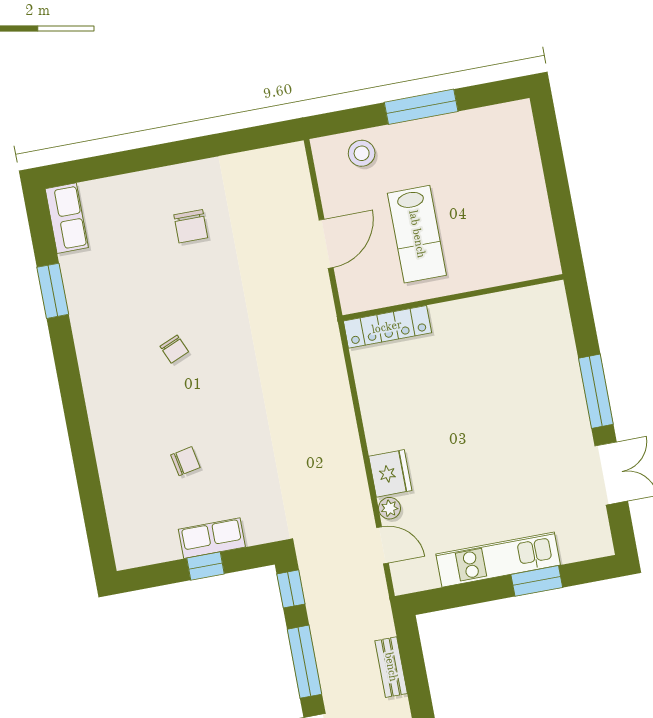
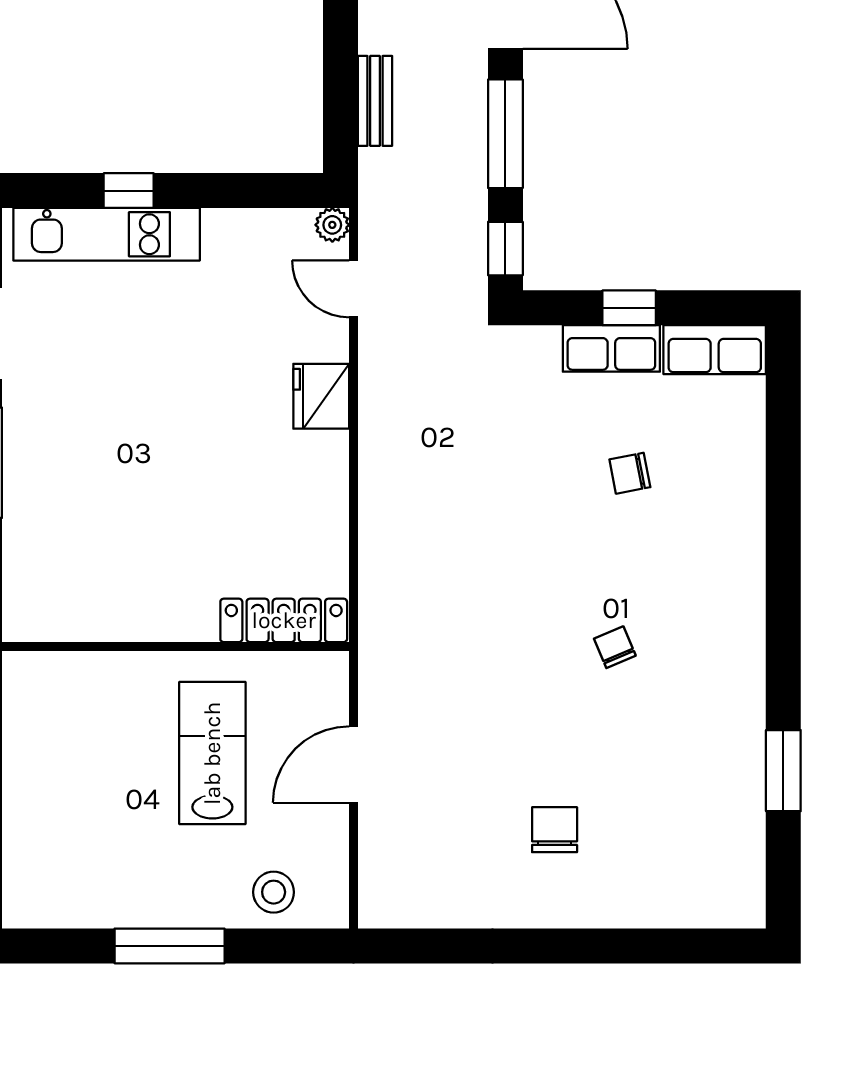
row of seats: (67, 218) -> (715, 350), moved, turned -90
plant: (389, 508) -> (332, 225), moved
kitchen unit: (498, 560) -> (107, 234), moved
window: (537, 581) -> (129, 191), width x0.67

